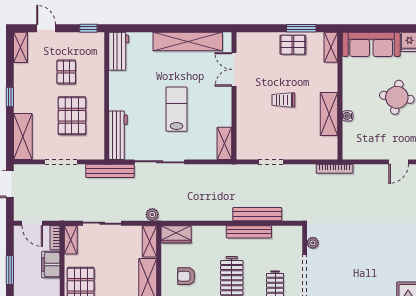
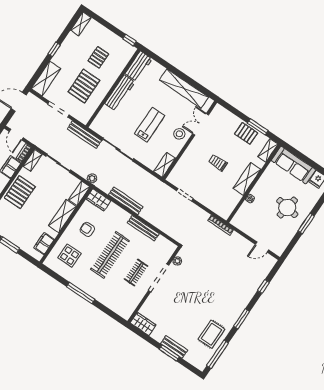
door: (46, 28) -> (104, 23), removed
stool: (217, 97) -> (179, 134), added
shelving: (329, 114) -> (247, 179), moved
workbench: (118, 135) -> (120, 93), moved
bench: (257, 214) -> (126, 201), moved

